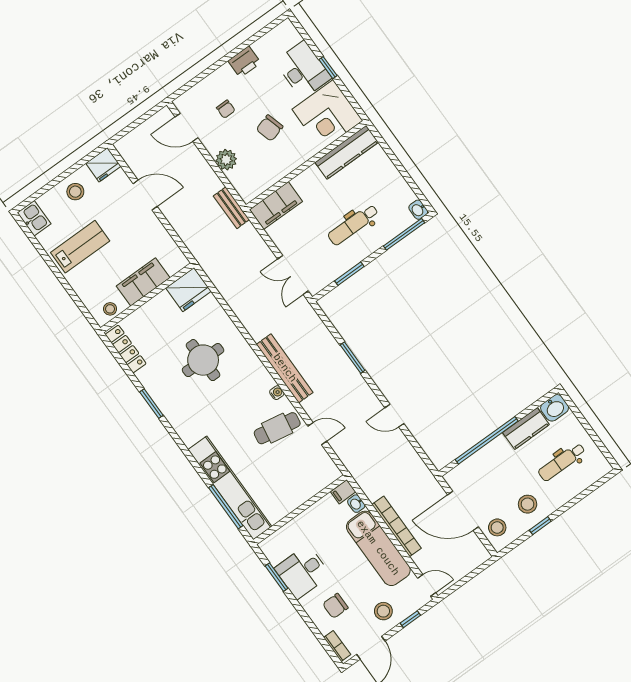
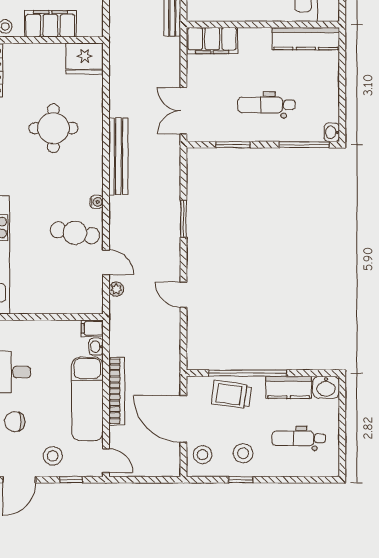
bench: (285, 368) -> (118, 156), moved
plant: (340, 449) -> (116, 289), added
trolley: (486, 466) -> (232, 395), added

